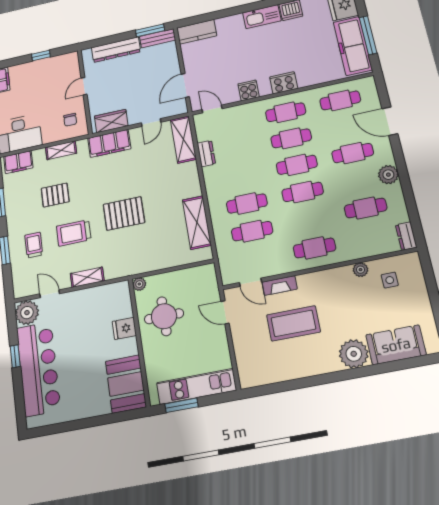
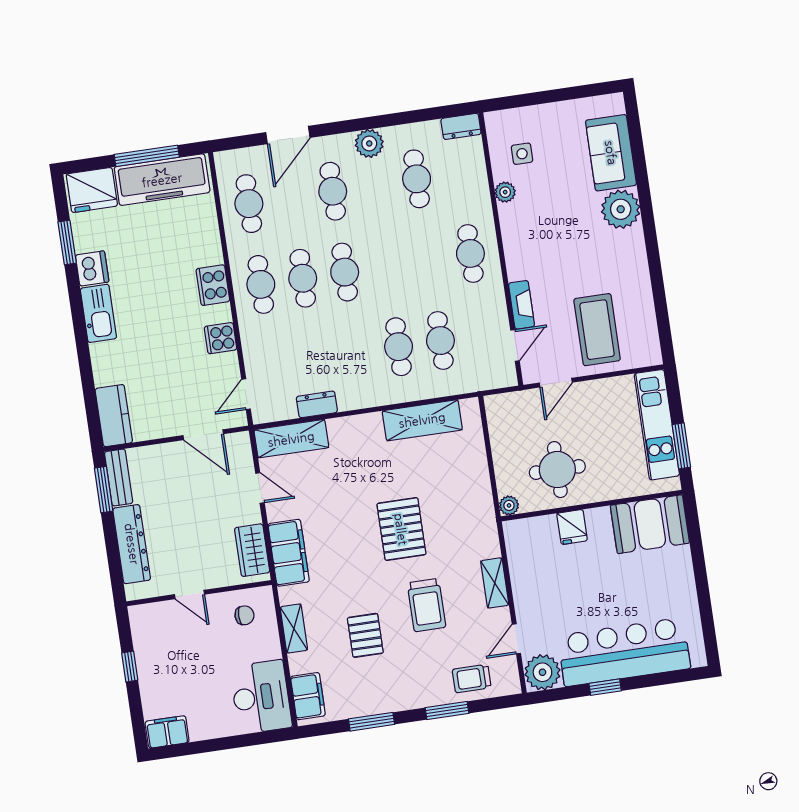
cafe table: (303, 192) -> (387, 266), removed
trolley: (34, 245) -> (472, 679), moved
coffee table: (293, 323) -> (597, 330), moved

